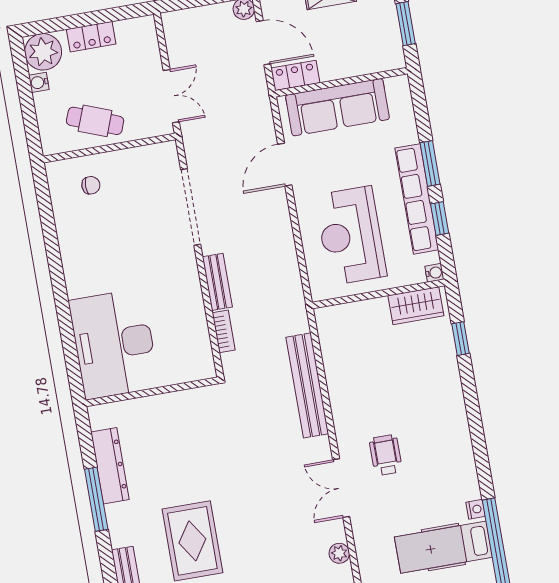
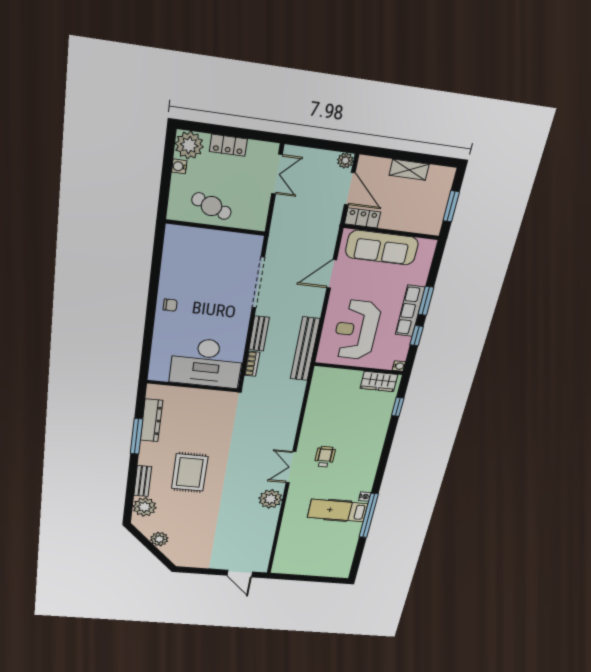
double door: (171, 96) -> (277, 174), moved
chair: (91, 185) -> (170, 305), moved
row of seats: (417, 199) -> (410, 311), width x0.73
desk: (114, 344) -> (207, 363), moved, turned -90
bench: (307, 385) -> (305, 349), moved
plant: (339, 553) -> (270, 499), width x1.88, depth x1.88

